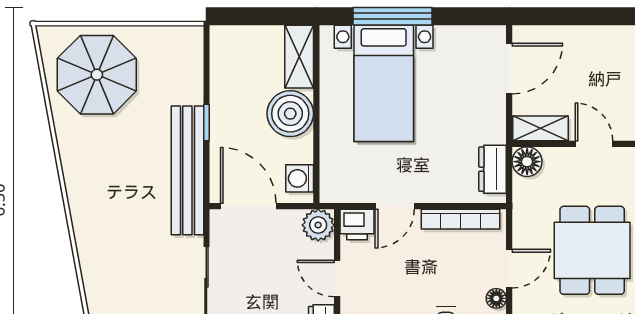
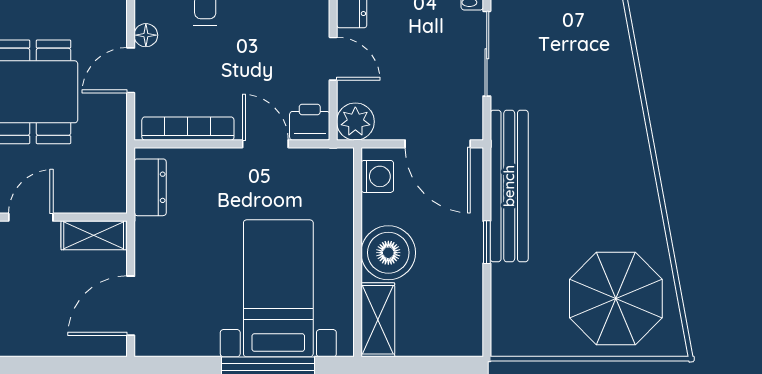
door: (594, 144) -> (31, 217), swing flipped
floor lamp: (527, 162) -> (110, 196), removed
door: (395, 206) -> (265, 144), hinge flipped

